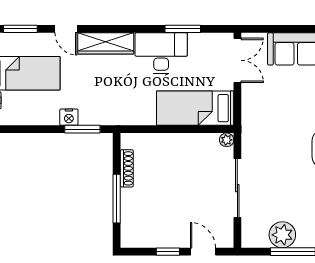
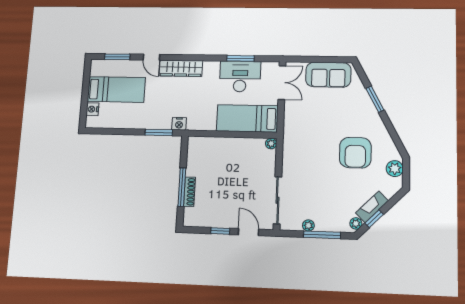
desk: (161, 53) -> (240, 76), moved
nightstand: (69, 117) -> (179, 124), moved
shoe rack: (127, 168) -> (190, 192), moved
sliding door: (237, 188) -> (278, 200), moved
plant: (282, 235) -> (308, 225), width x0.53, depth x0.53

